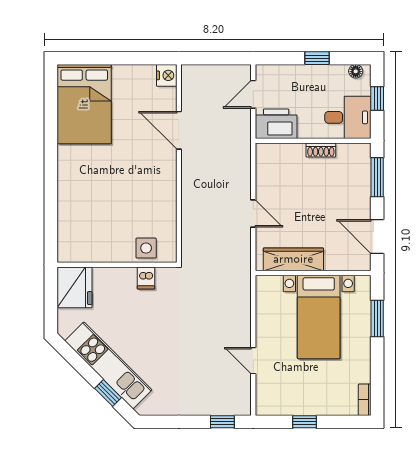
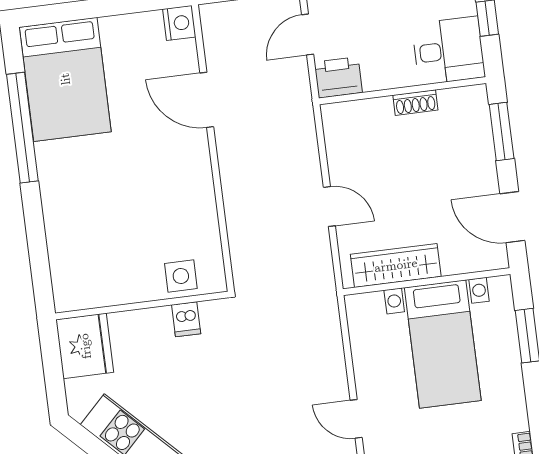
printer: (276, 124) -> (338, 77), width x0.73, depth x0.84
window: (51, 133) -> (22, 128), added

